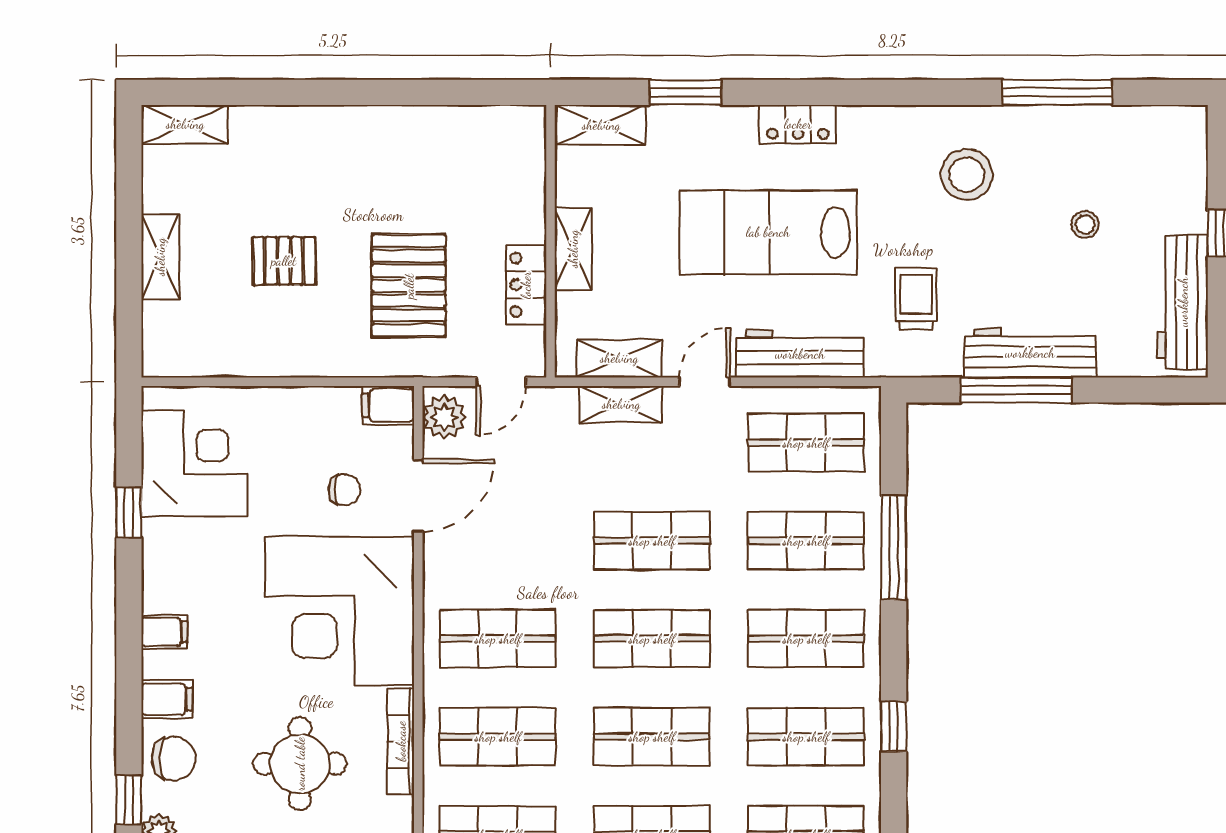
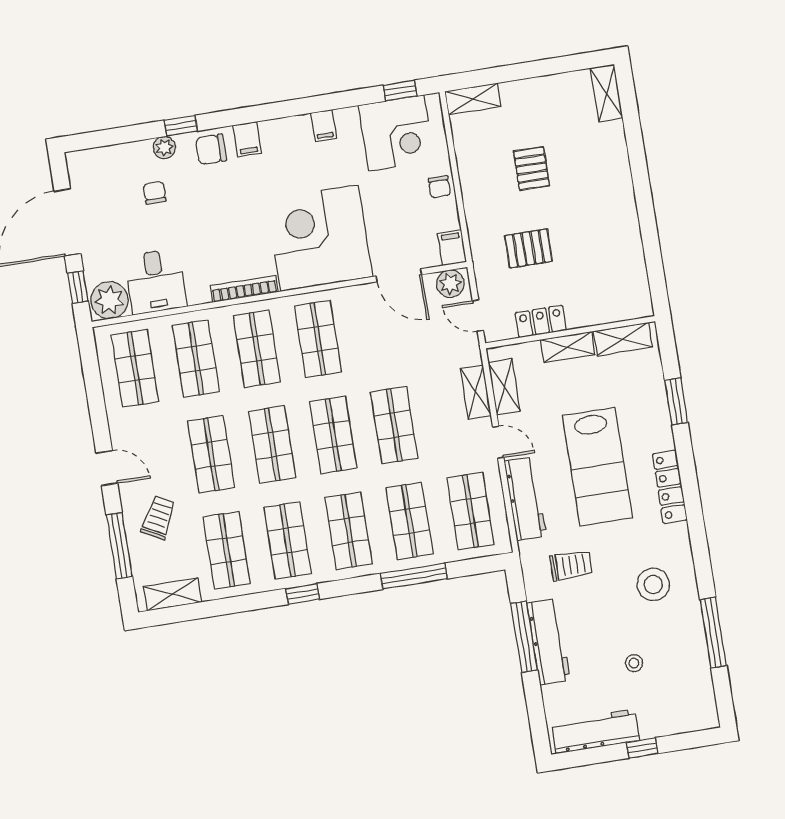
locker: (798, 124) -> (670, 487), width x1.53
shelving: (601, 125) -> (623, 339), moved, turned 90
lab bench: (768, 232) -> (597, 467), turned 180
shelving: (160, 257) -> (473, 99), moved
pallet: (409, 286) -> (528, 248), width x0.67, depth x0.71
chair: (344, 490) -> (439, 187), moved
window: (129, 512) -> (400, 91), moved
filing cabinet: (164, 632) -> (324, 125), moved
chair: (174, 758) -> (211, 149), turned 90
round table: (300, 764) -> (220, 228), removed

